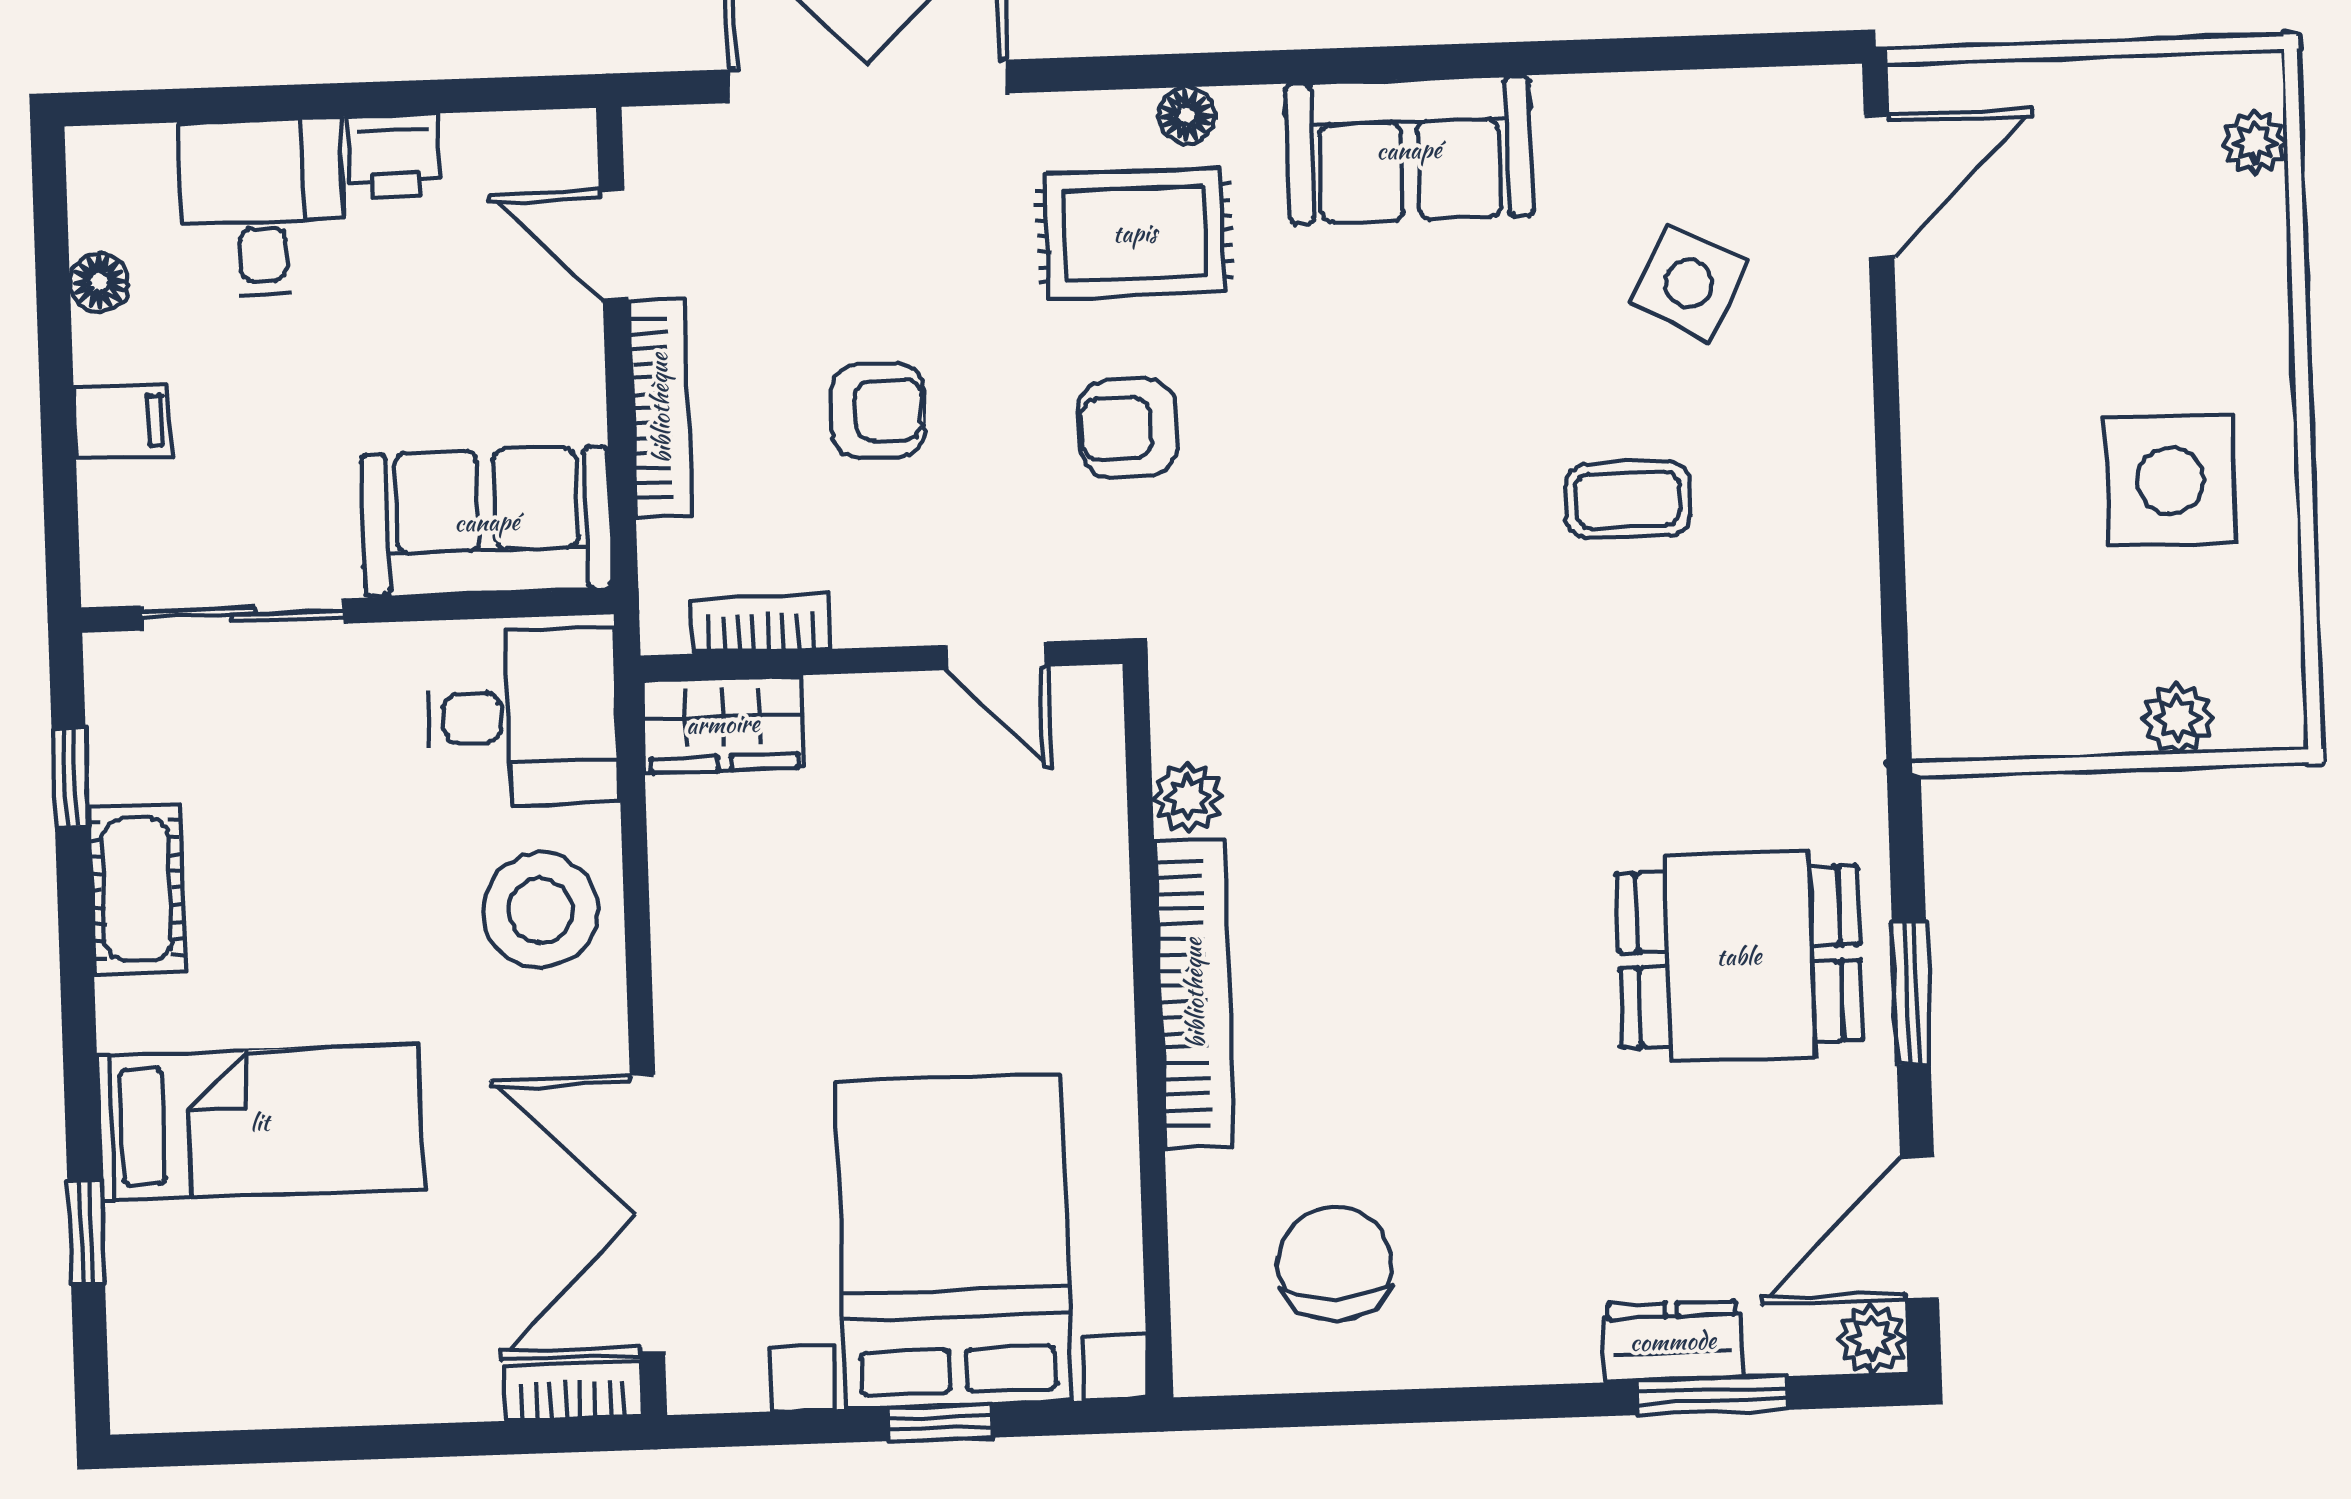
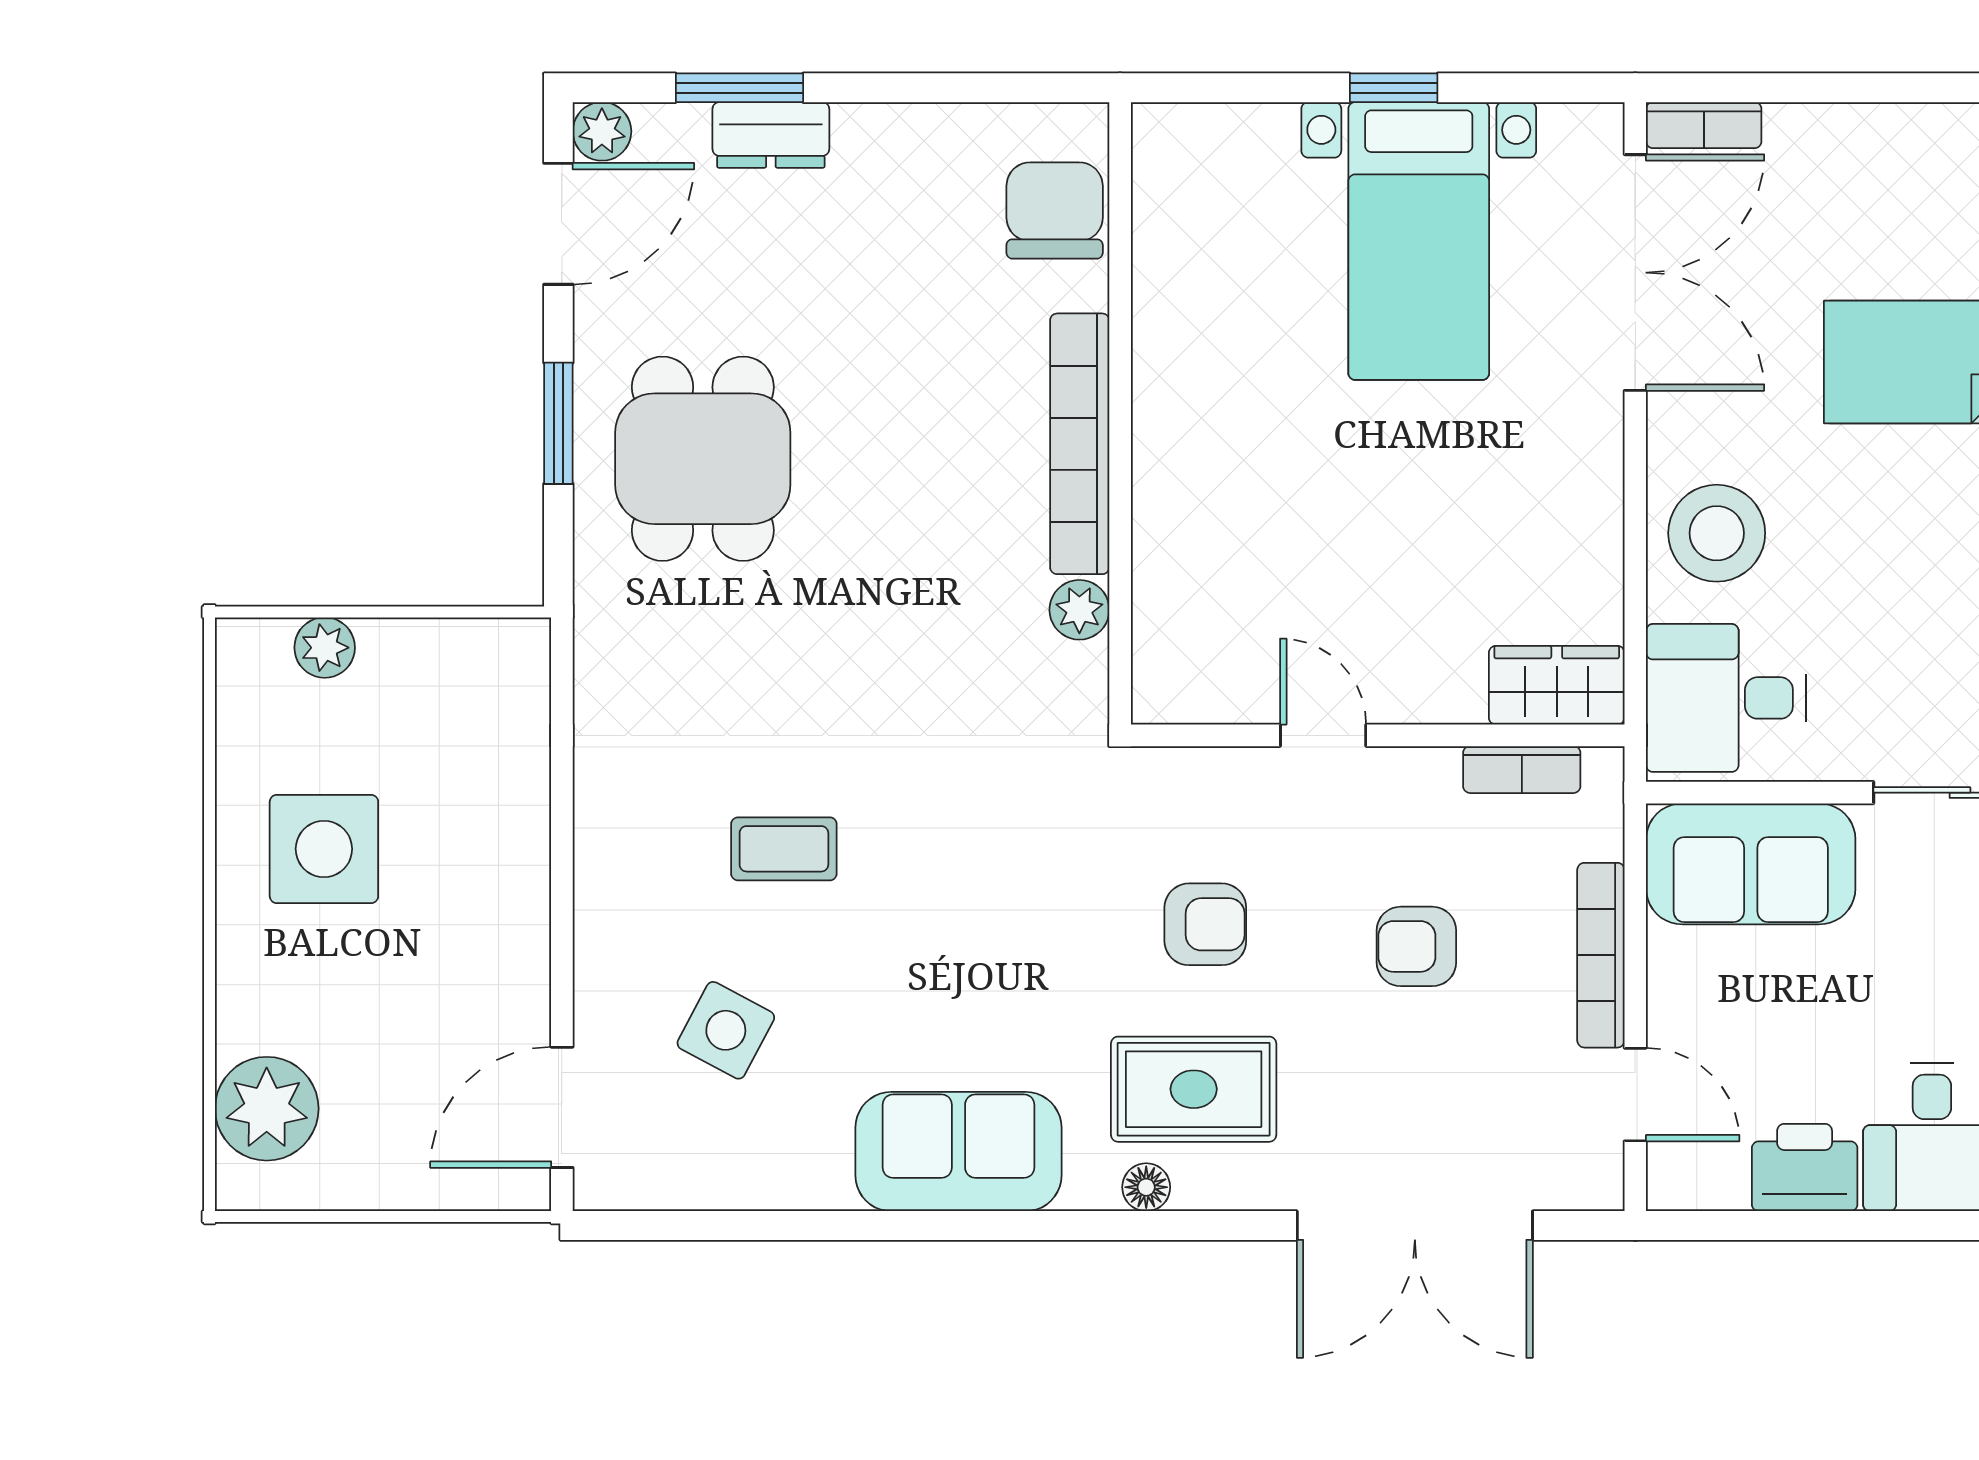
plant: (2255, 142) -> (267, 1109), width x1.87, depth x1.87
printer: (394, 156) -> (1805, 1168), width x1.36, depth x1.24
plant: (1188, 797) -> (1079, 610), moved
dining table: (1739, 956) -> (703, 459), turned 90
bookcase: (1194, 993) -> (1080, 444), moved
wall: (1148, 1031) -> (1120, 413), moved
bed with nightstands: (954, 1241) -> (1419, 241), width x0.73
chair: (1335, 1264) -> (1055, 210), turned 180

